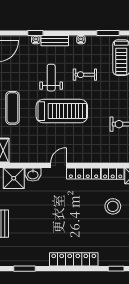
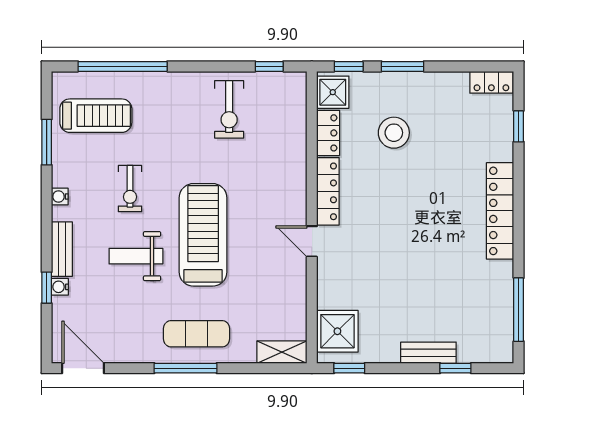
washbasin: (33, 174) -> (330, 293), removed
window: (24, 269) -> (519, 310), width x1.44

